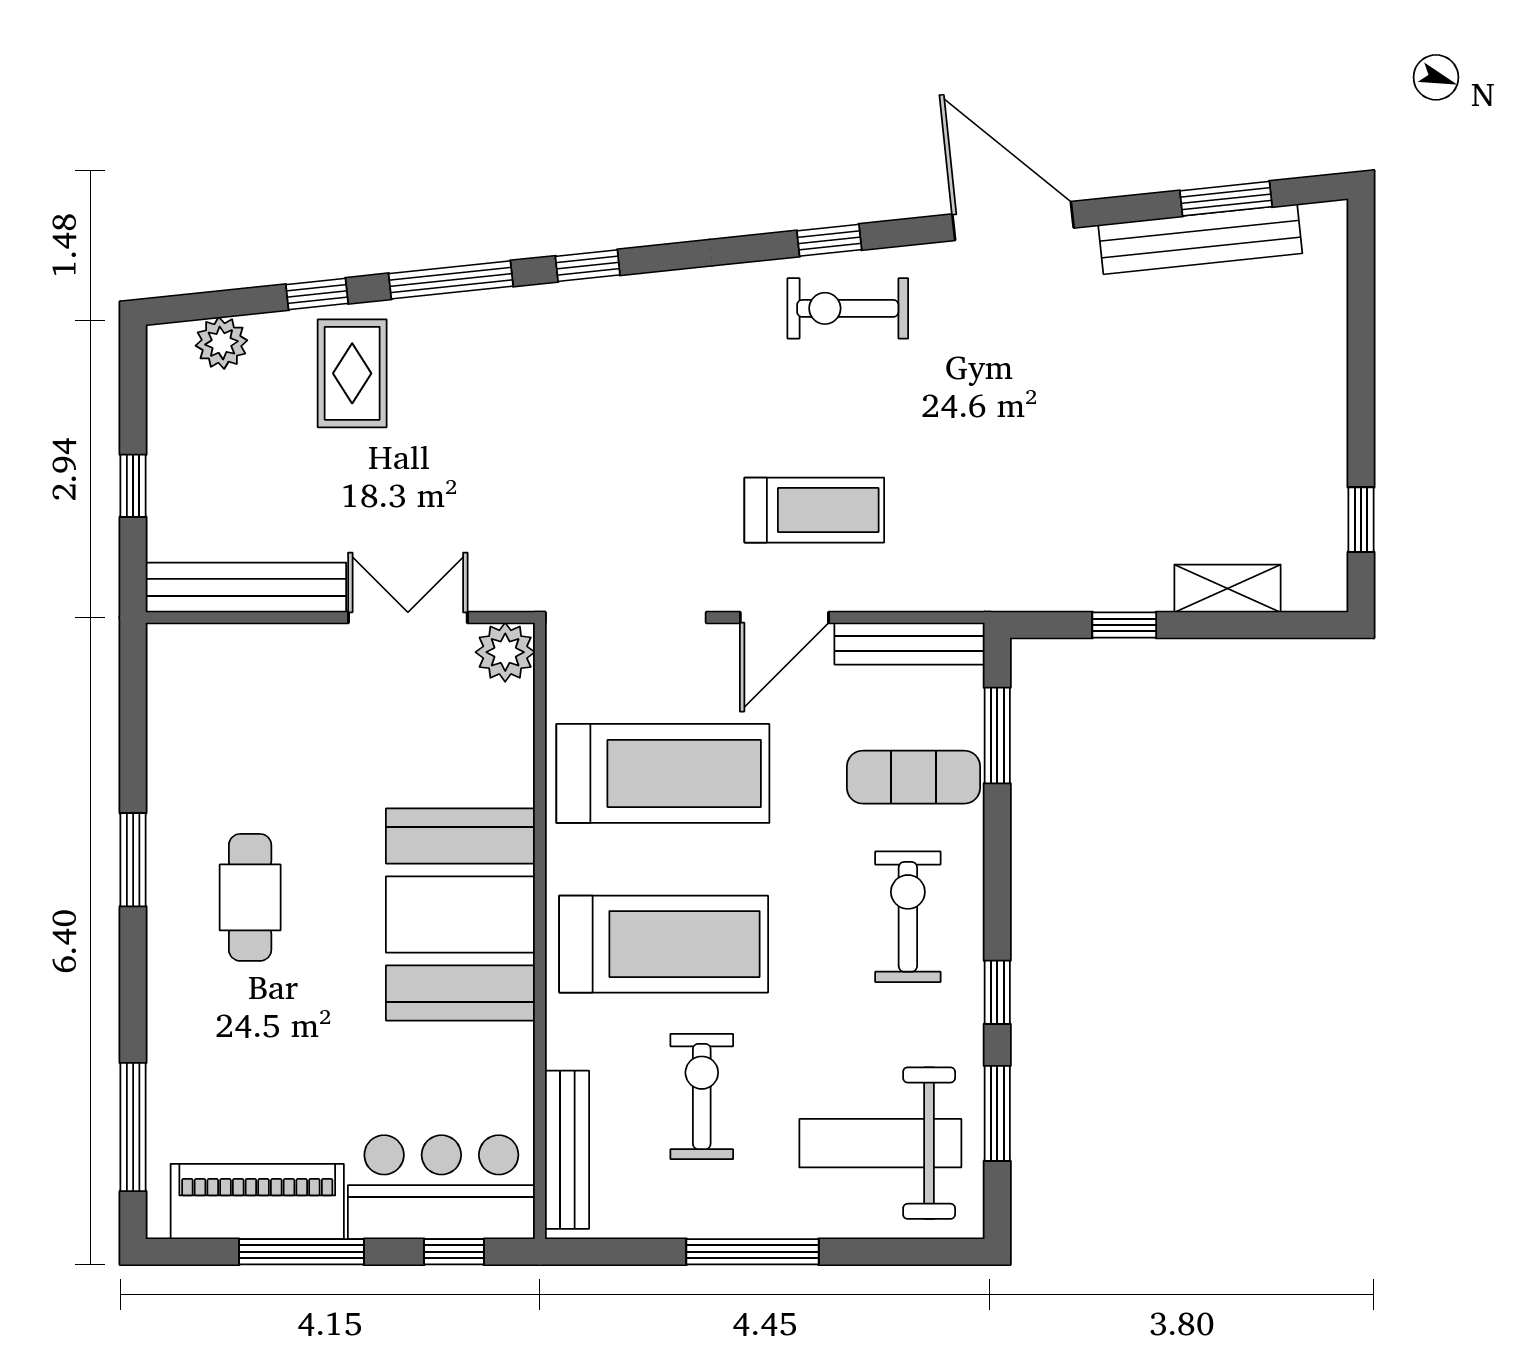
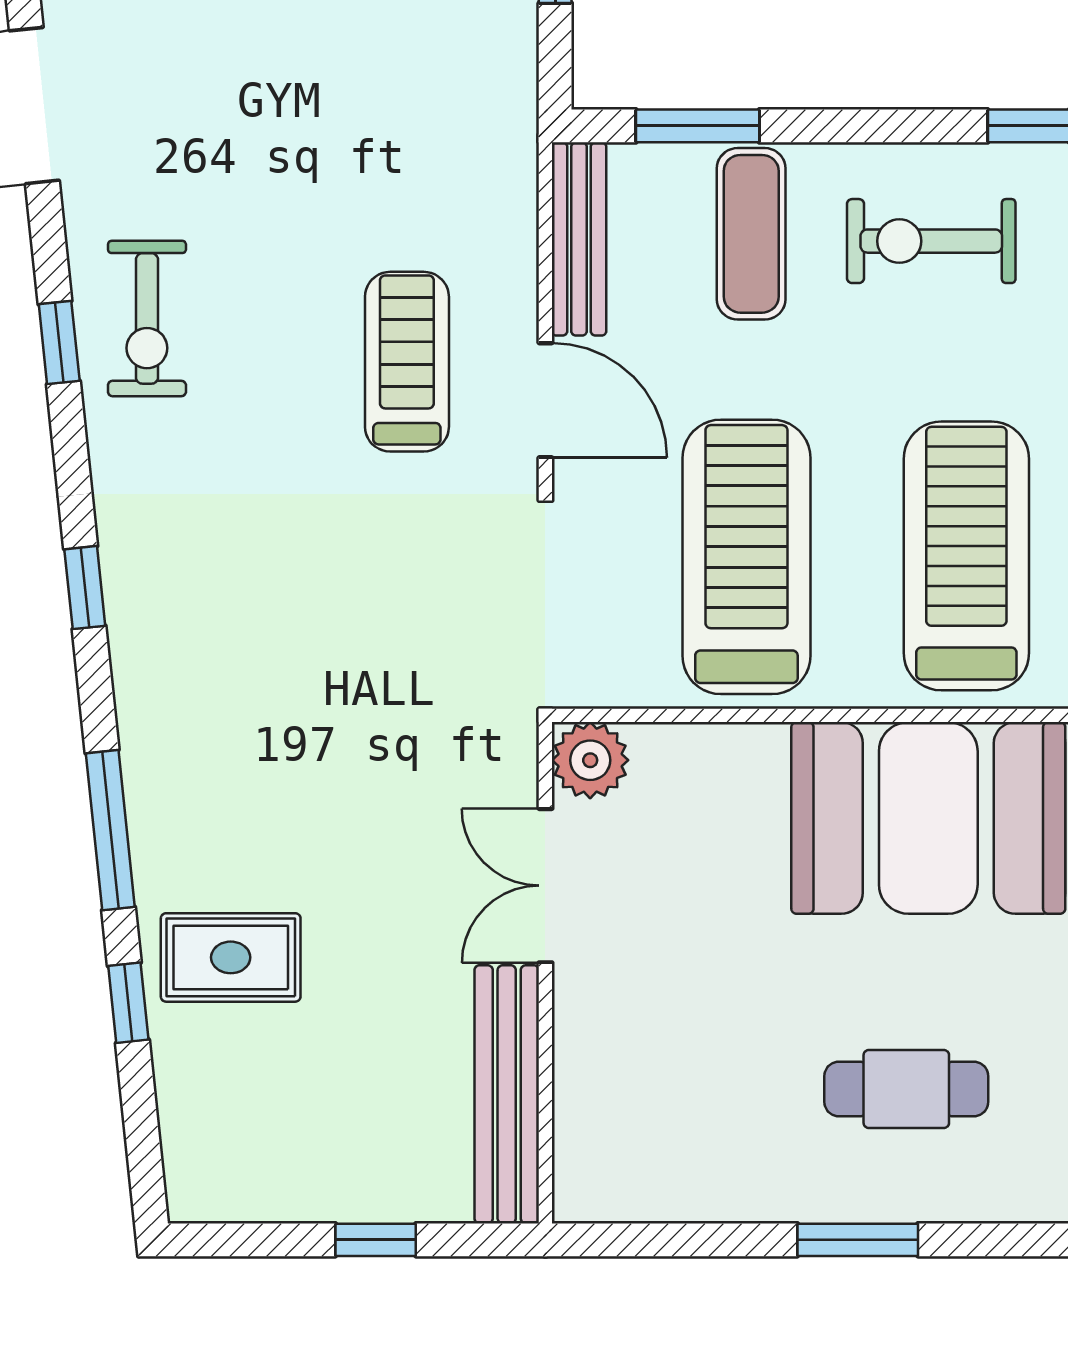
window: (588, 266) -> (85, 588), moved
plant: (221, 343) -> (192, 1126), removed

